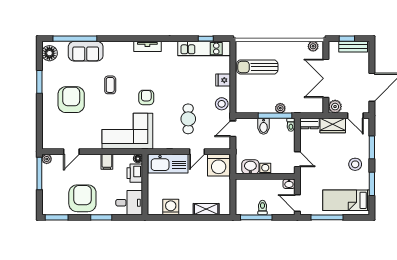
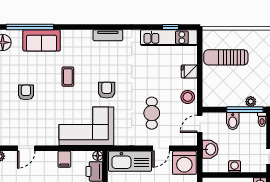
armchair: (71, 100) -> (26, 92), width x0.53, depth x0.53
washbasin: (250, 167) -> (210, 149), moved, turned 90

